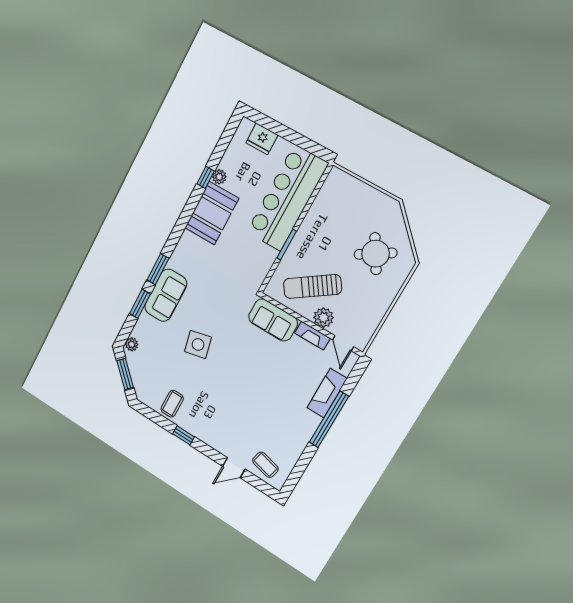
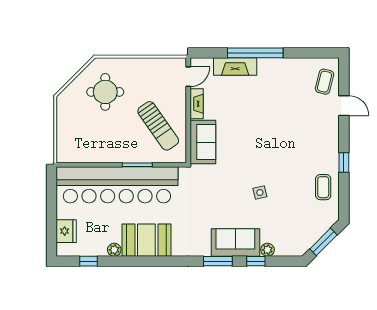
window: (206, 177) -> (89, 261), moved
bar counter: (287, 198) -> (117, 185), width x1.36
round table: (376, 254) -> (105, 92), turned 32
window: (140, 304) -> (256, 261), width x0.67
plant: (323, 318) -> (177, 103), removed
plant: (132, 344) -> (267, 250), moved
side table: (198, 344) -> (260, 192), width x0.54, depth x0.54
coffee table: (172, 404) -> (323, 187), turned 90

